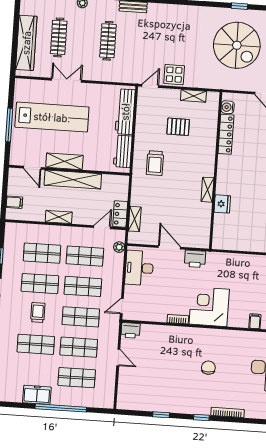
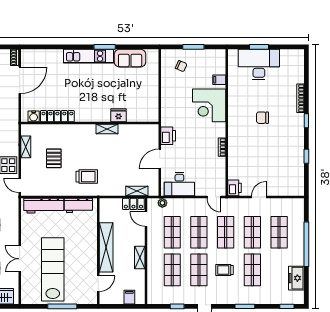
shelving: (64, 161) -> (91, 256), removed
corner desk: (209, 307) -> (209, 105), moved
freezer: (37, 395) -> (296, 278), moved

